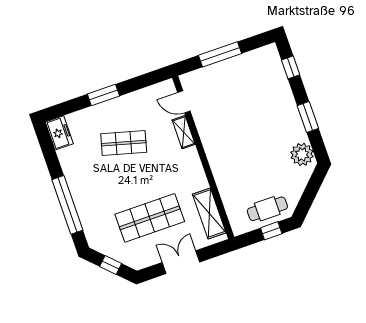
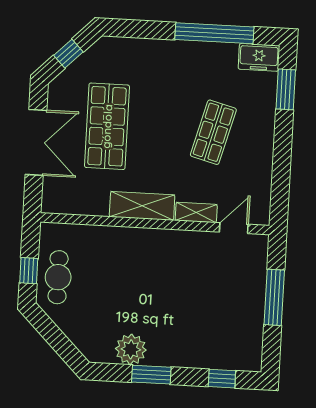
window: (103, 95) -> (286, 89), moved
plant: (302, 154) -> (131, 349), moved
window: (67, 205) -> (214, 33), moved
shelving: (209, 213) -> (142, 206), moved
double door: (181, 262) -> (36, 142), width x1.37

